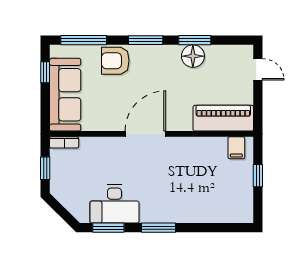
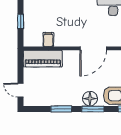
floor lamp: (193, 56) -> (90, 99), moved
filing cabinet: (236, 148) -> (48, 39), moved

